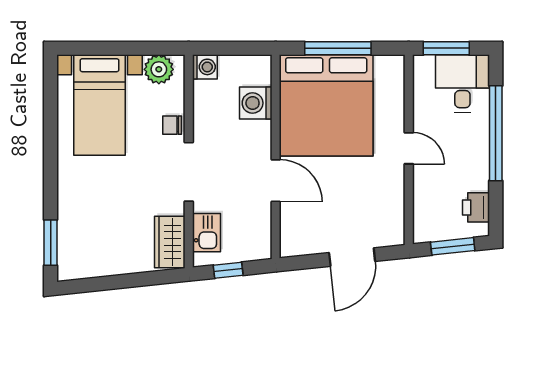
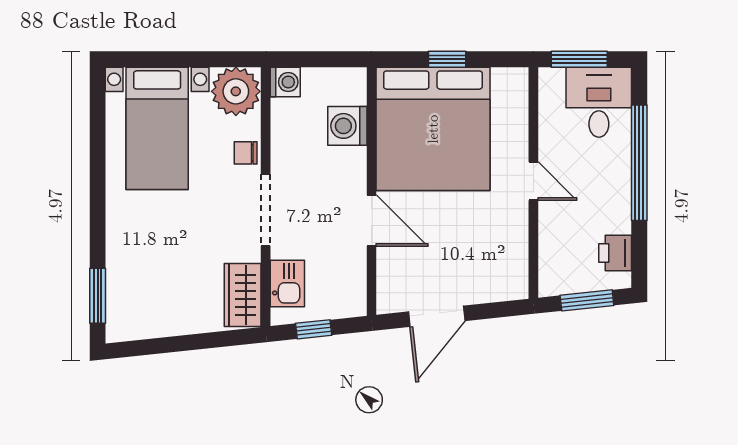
window: (338, 48) -> (447, 59), width x0.46
plant: (159, 69) -> (236, 91), width x1.36, depth x1.36
door: (352, 257) -> (437, 316), moved

